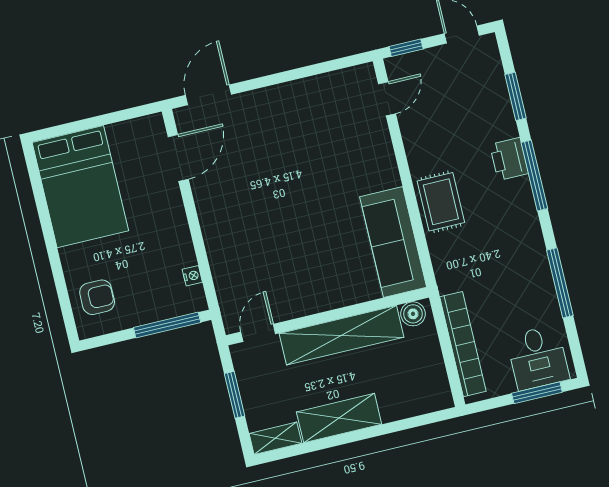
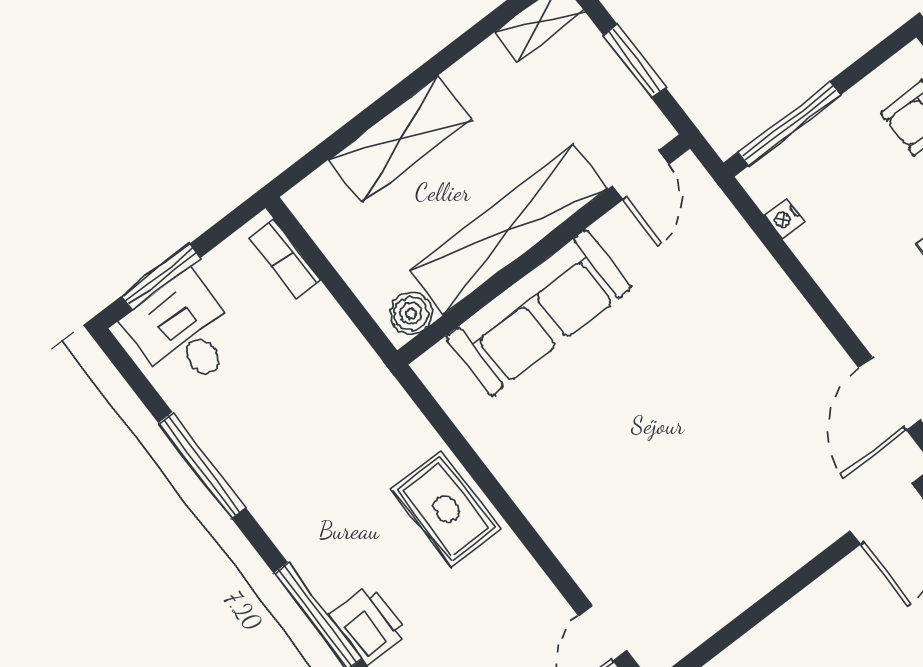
sofa: (393, 242) -> (539, 313), moved, turned 90
bookcase: (463, 344) -> (285, 258), width x0.43, depth x0.76
shelving: (339, 418) -> (400, 139), moved

